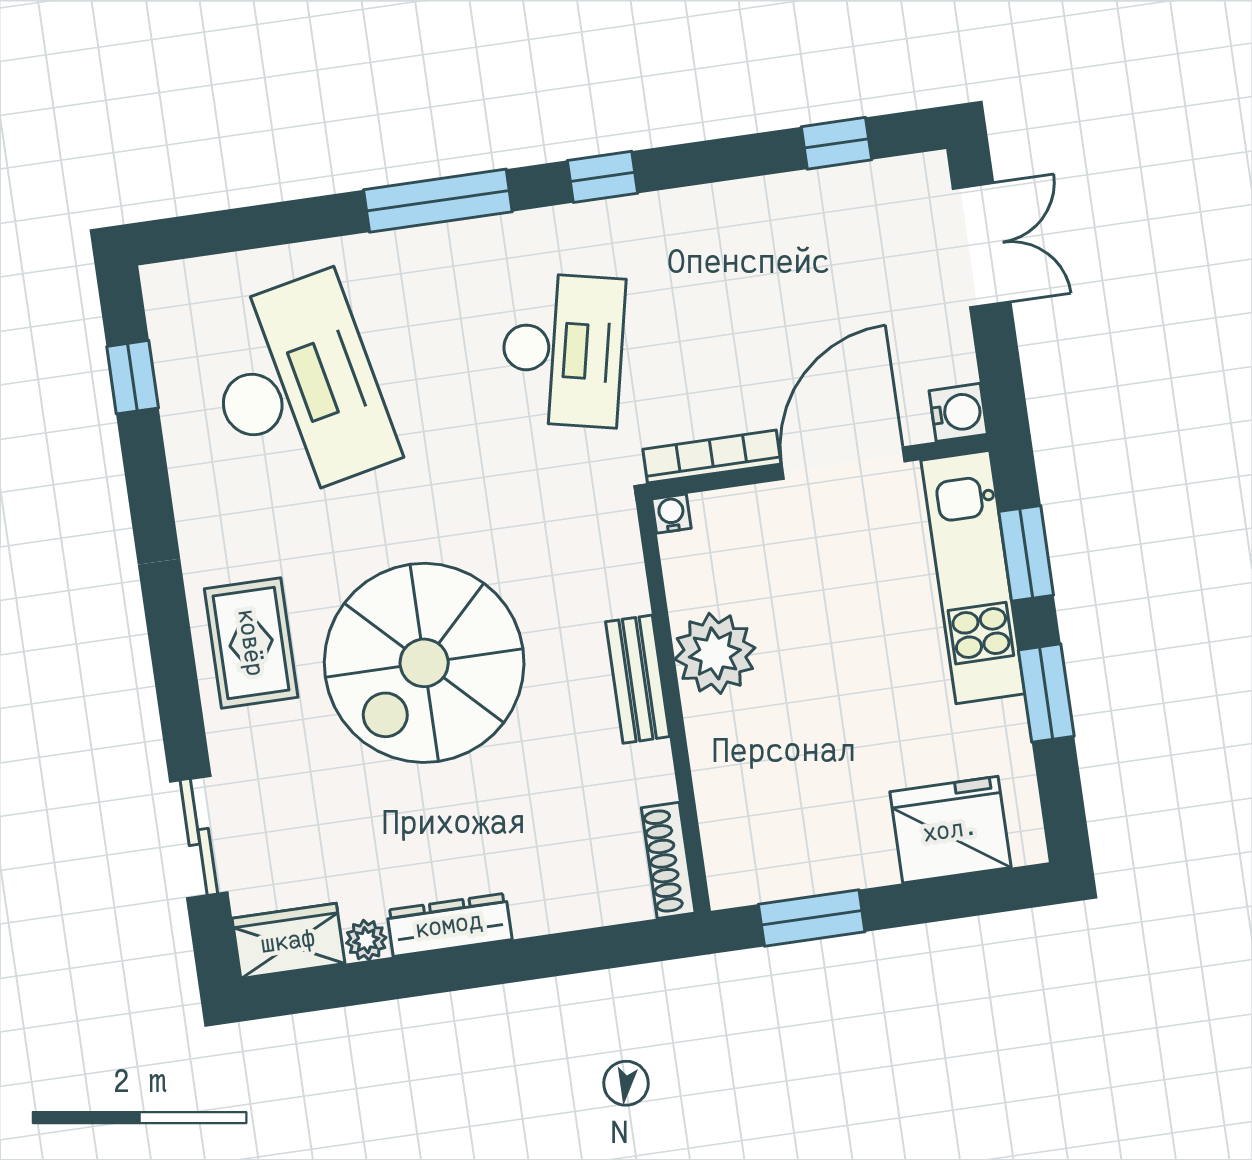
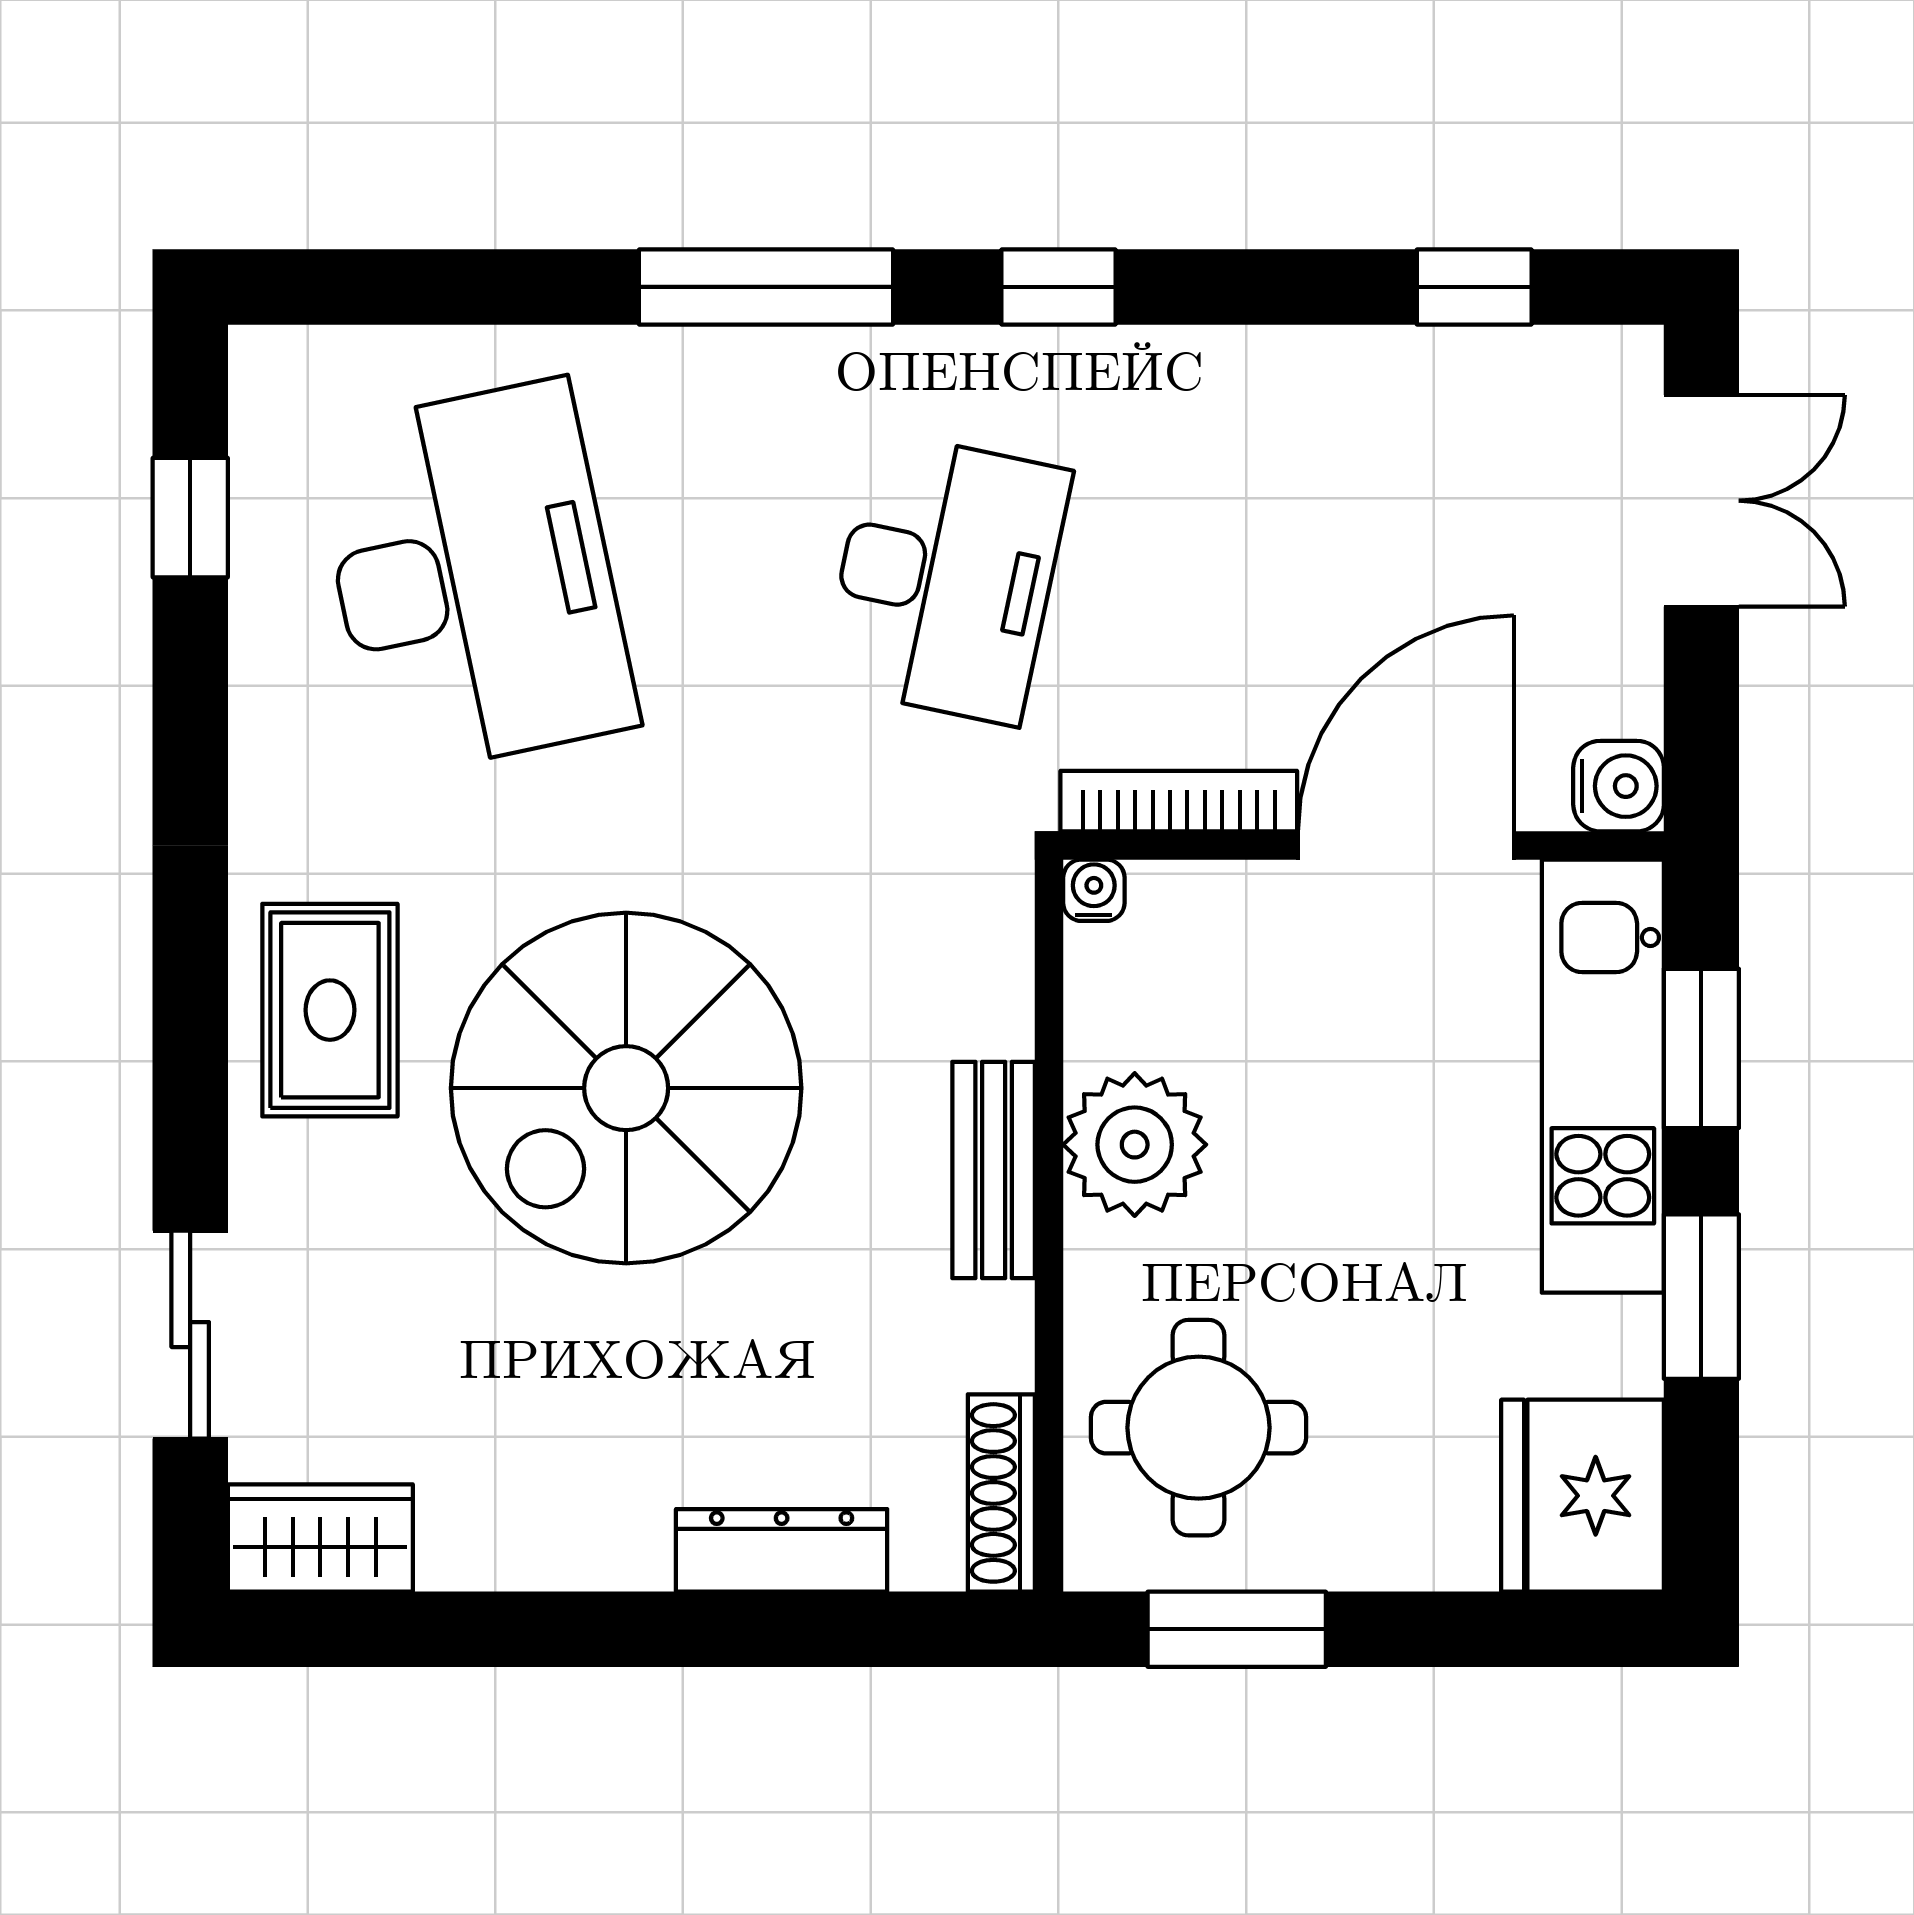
round table: (774, 808) -> (1199, 1428), added
fridge: (950, 830) -> (1583, 1496), moved, turned -90
dresser: (449, 925) -> (782, 1550), moved
plant: (366, 940) -> (456, 1556), removed

